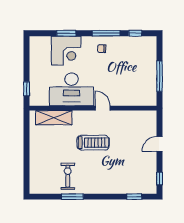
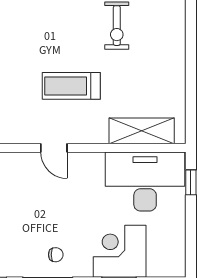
desk: (72, 89) -> (145, 182), moved

